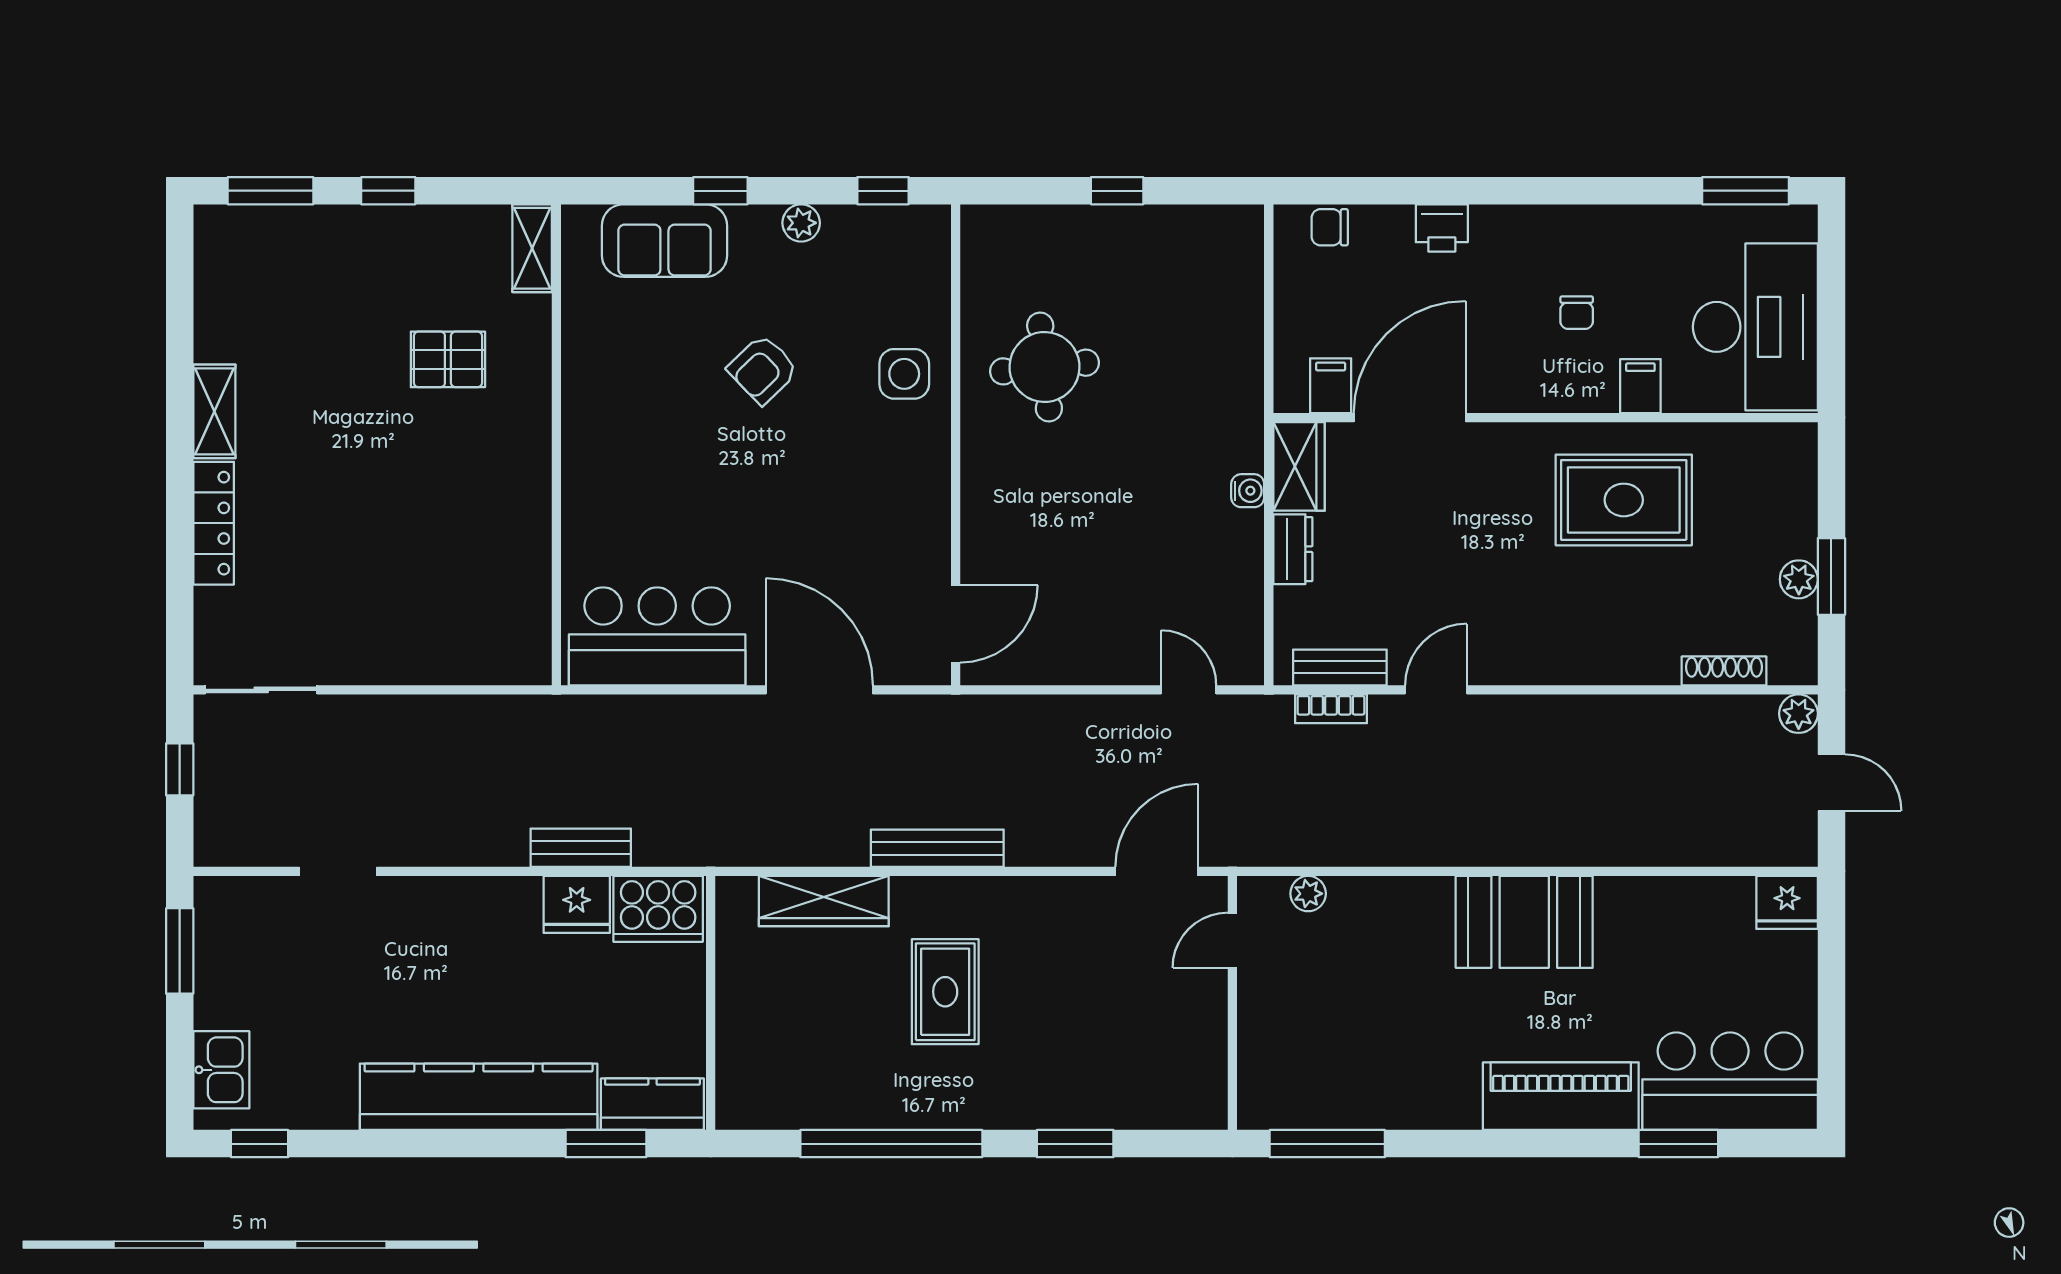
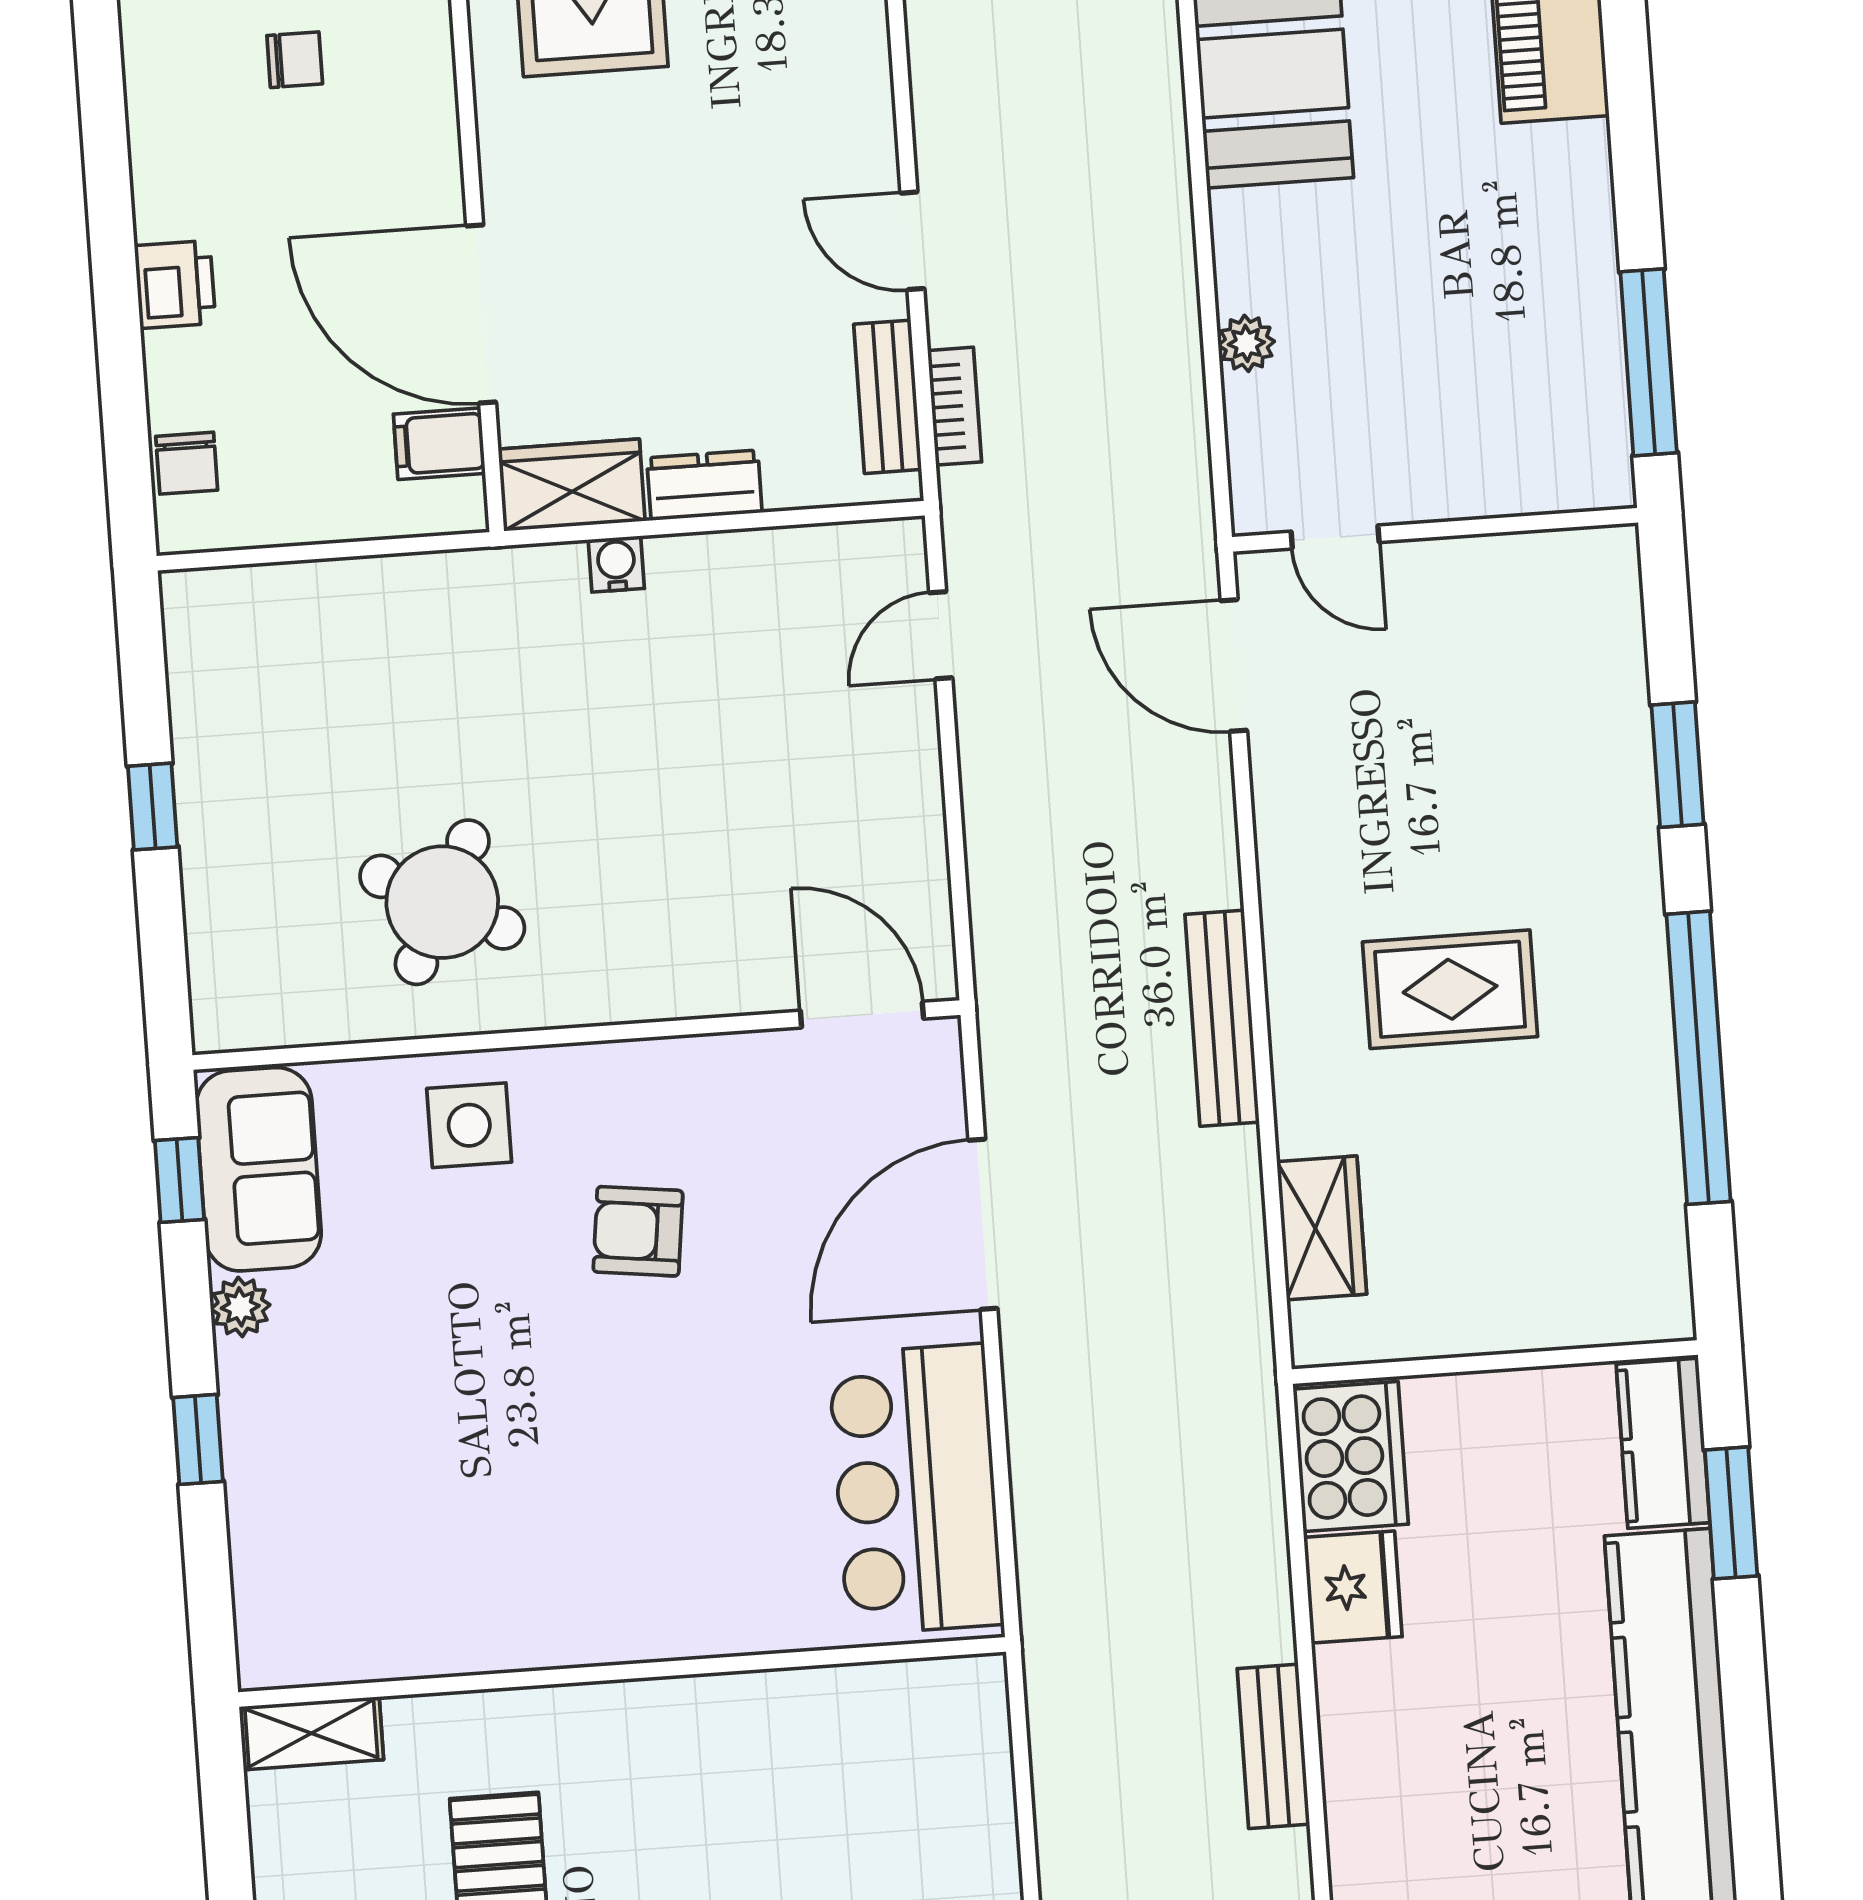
sofa: (664, 241) -> (259, 1169), moved
round table: (1045, 367) -> (442, 902), turned 33
armchair: (763, 369) -> (638, 1231), moved, turned 141
bench: (581, 848) -> (1273, 1746), moved
plant: (1308, 894) -> (1246, 343), moved
wardrobe: (824, 901) -> (1322, 1228), width x0.67

